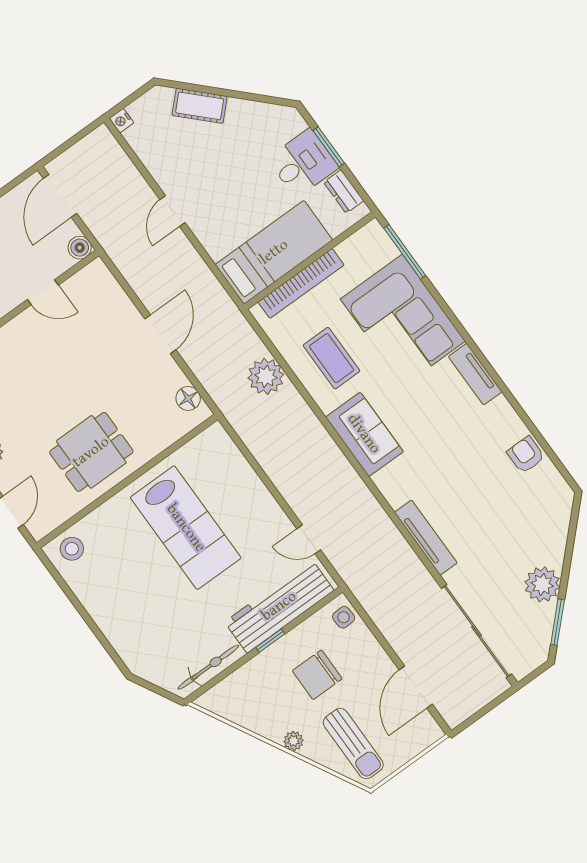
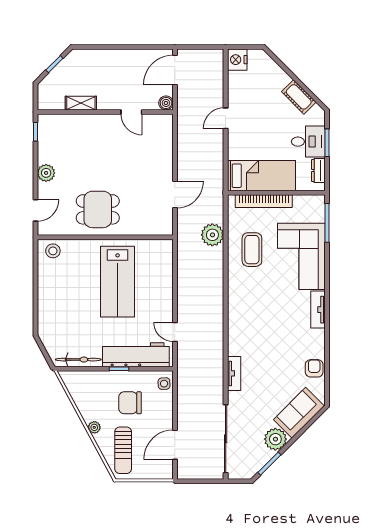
cot: (200, 106) -> (299, 97), moved
nightstand: (122, 121) -> (237, 60), width x1.89, depth x1.79
door: (160, 334) -> (175, 195), moved
floor lamp: (188, 398) -> (166, 218), removed
sofa: (364, 434) -> (299, 413), moved, turned -135
tv unit: (426, 538) -> (234, 373), width x0.71

